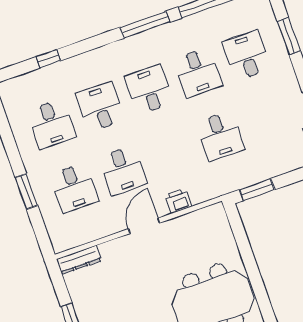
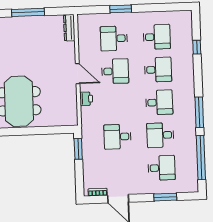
desk: (52, 124) -> (157, 37), turned 180
desk: (123, 171) -> (115, 71), turned 180

